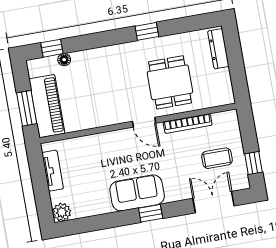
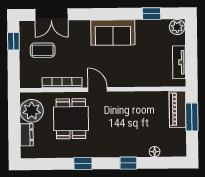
window: (52, 48) -> (128, 163), moved
dresser: (218, 49) -> (27, 135), width x0.70
plant: (218, 84) -> (32, 111), added
piano: (47, 106) -> (178, 109), width x0.73, depth x0.75
window: (151, 213) -> (152, 14), moved

